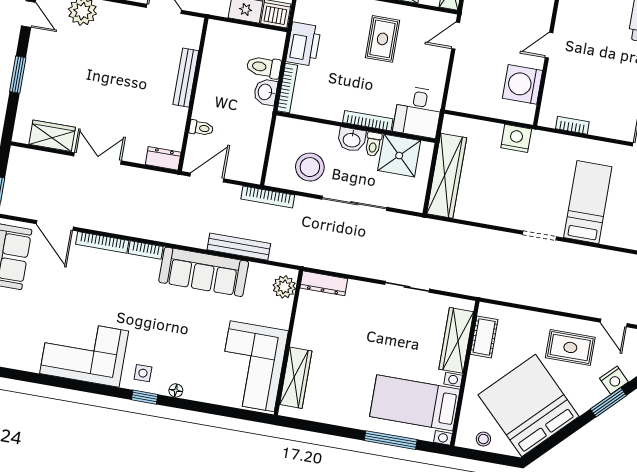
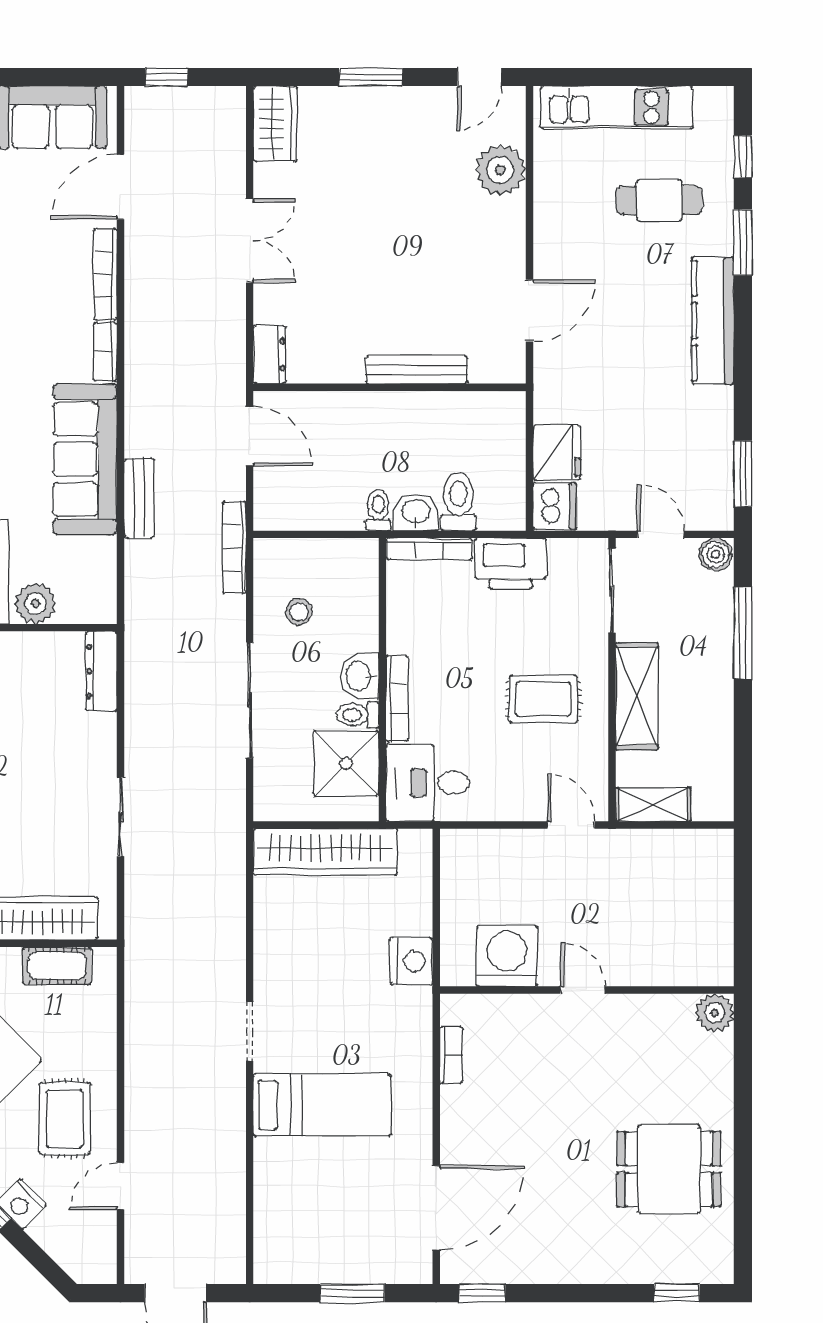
toilet: (201, 128) -> (378, 510), moved, turned 180
wardrobe: (52, 136) -> (275, 124), moved
stool: (310, 167) -> (299, 612), width x0.53, depth x0.53
bench: (239, 247) -> (139, 498), width x0.73
plant: (284, 287) -> (35, 604), moved

